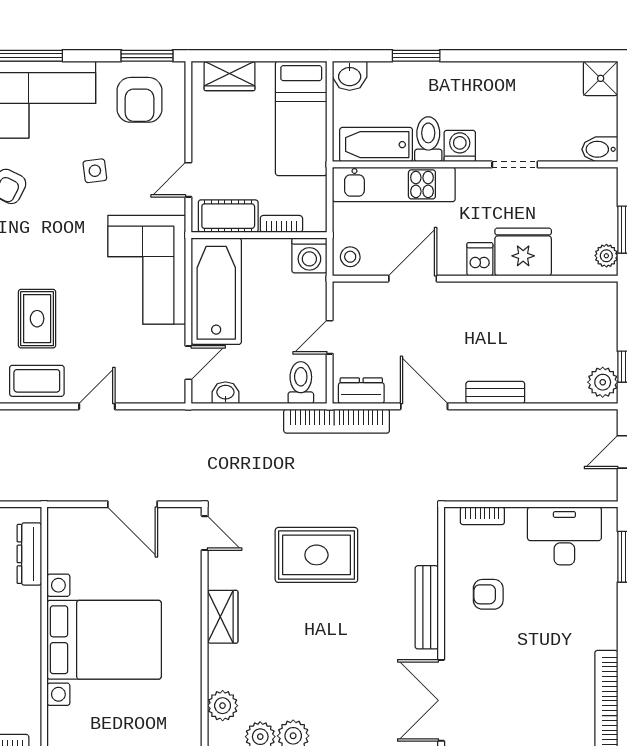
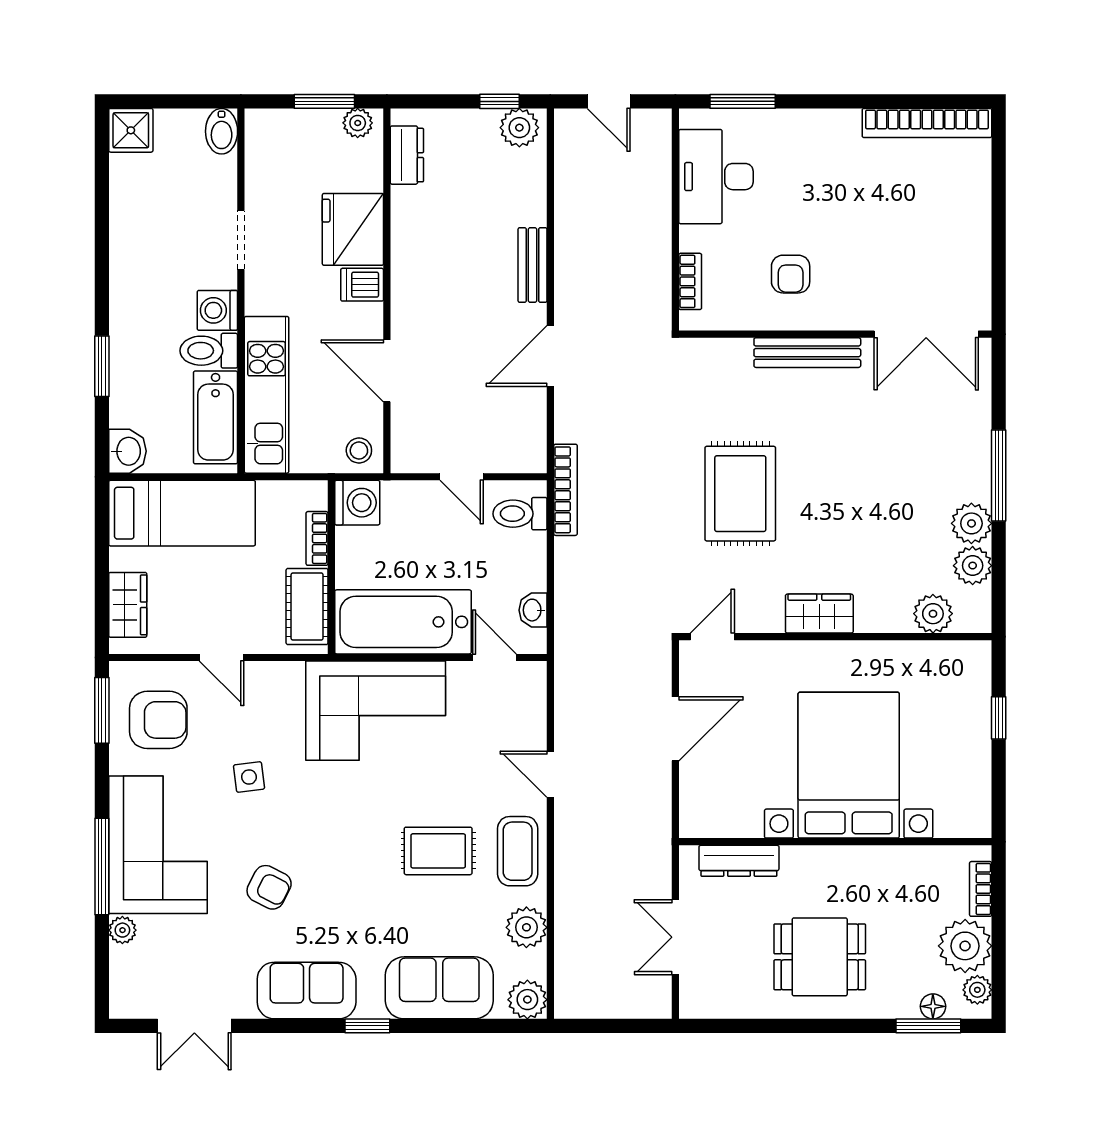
door: (188, 180) -> (221, 657), moved
dresser: (361, 391) -> (407, 155), moved, turned 180
bookcase: (337, 421) -> (565, 490), width x0.68, depth x0.76

